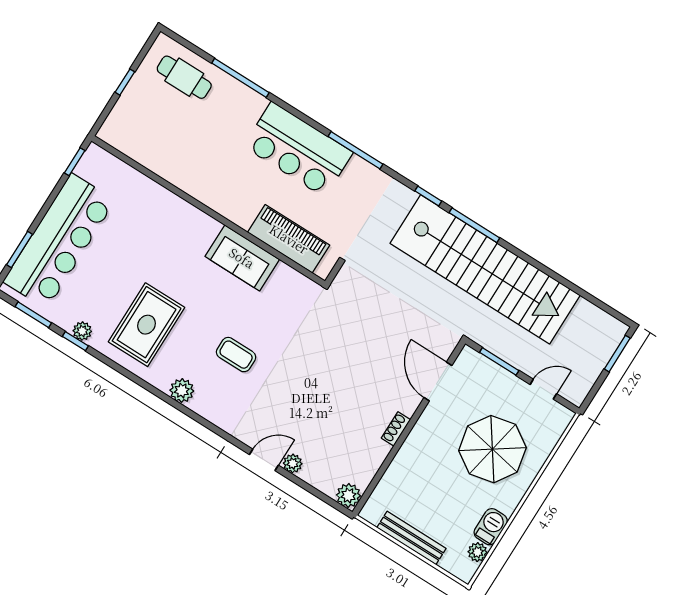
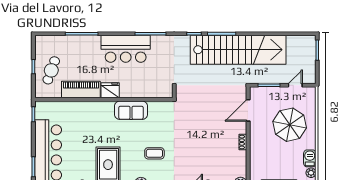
cafe table: (184, 77) -> (51, 70), moved, turned -70
fridge: (228, 202) -> (110, 90), added
piano: (289, 239) -> (81, 90), moved
door: (438, 381) -> (248, 110), hinge flipped

